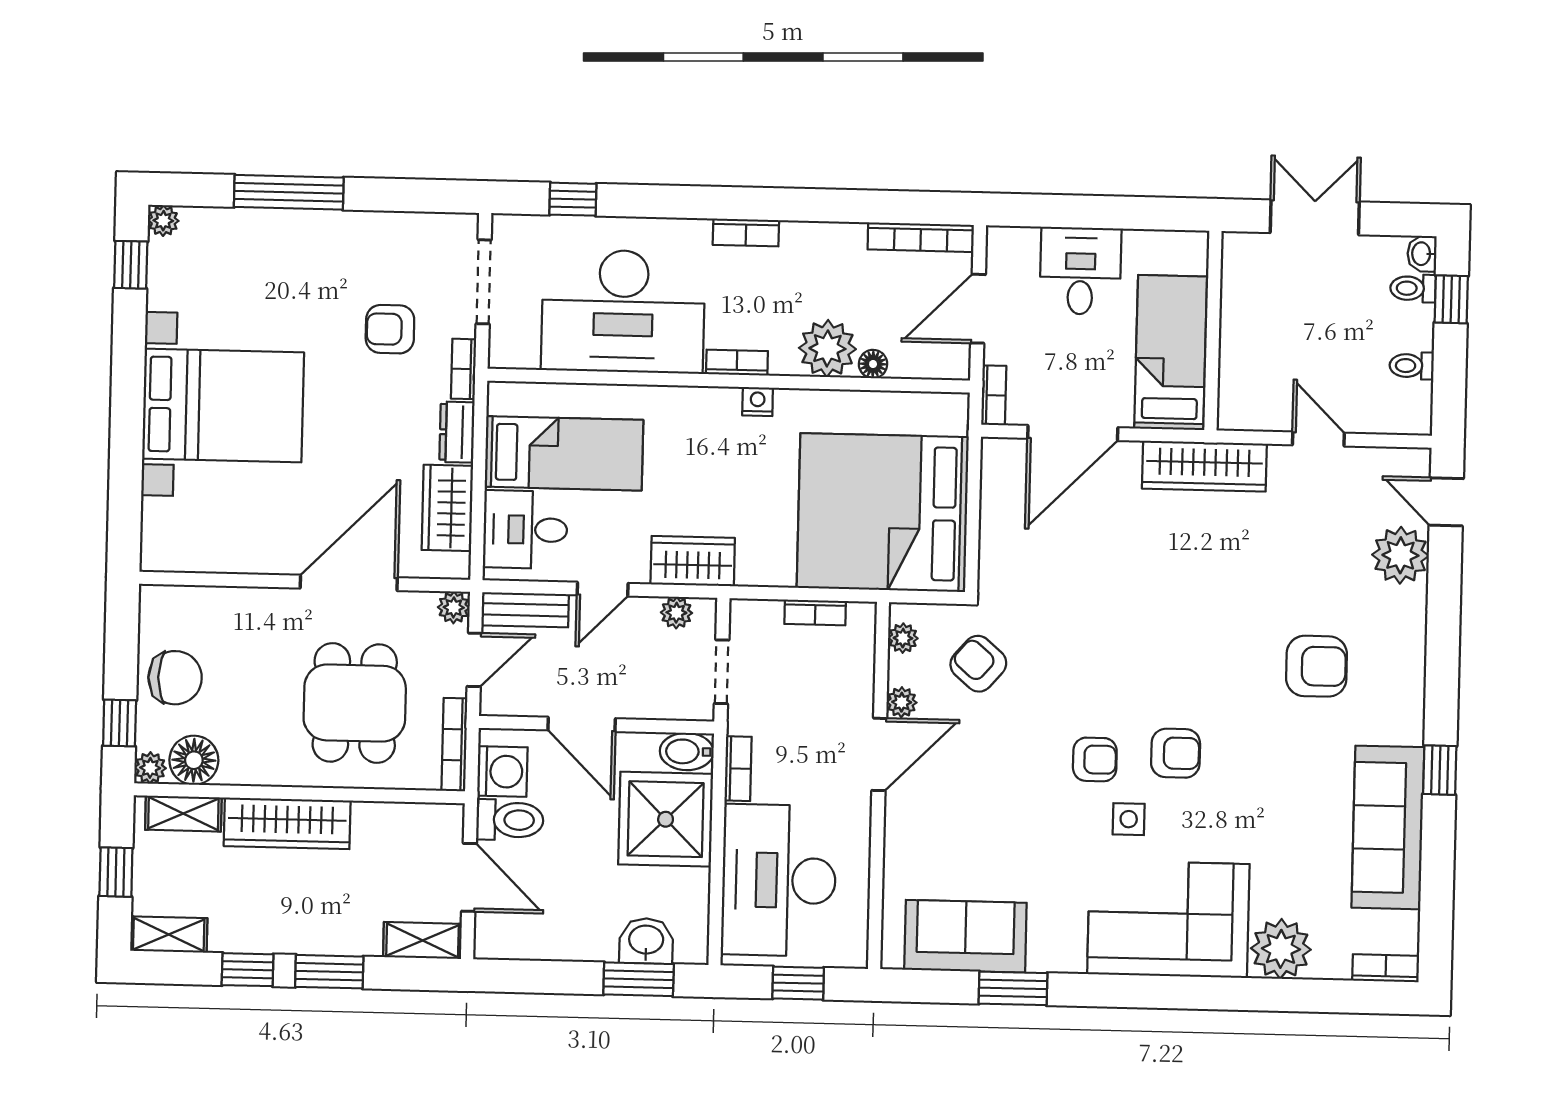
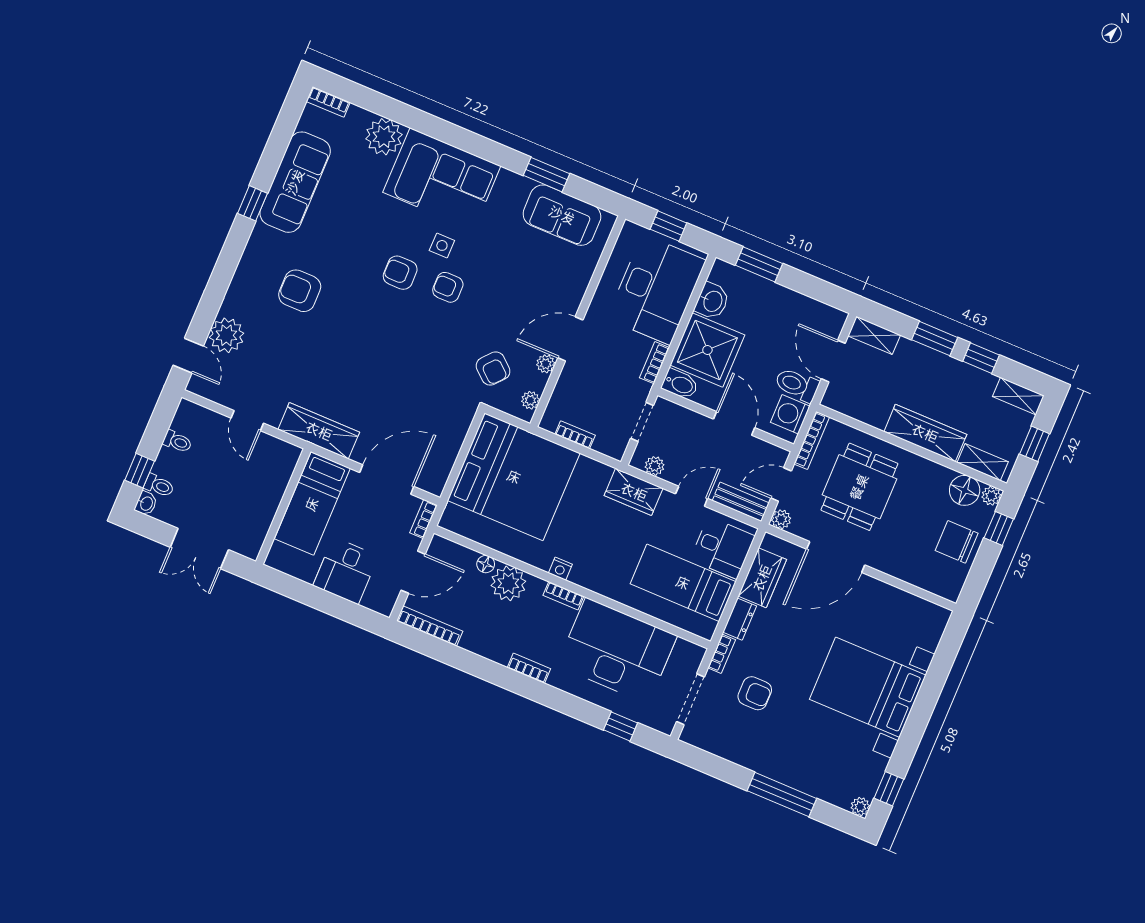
washbasin: (646, 941) -> (712, 301), moved, turned -90

